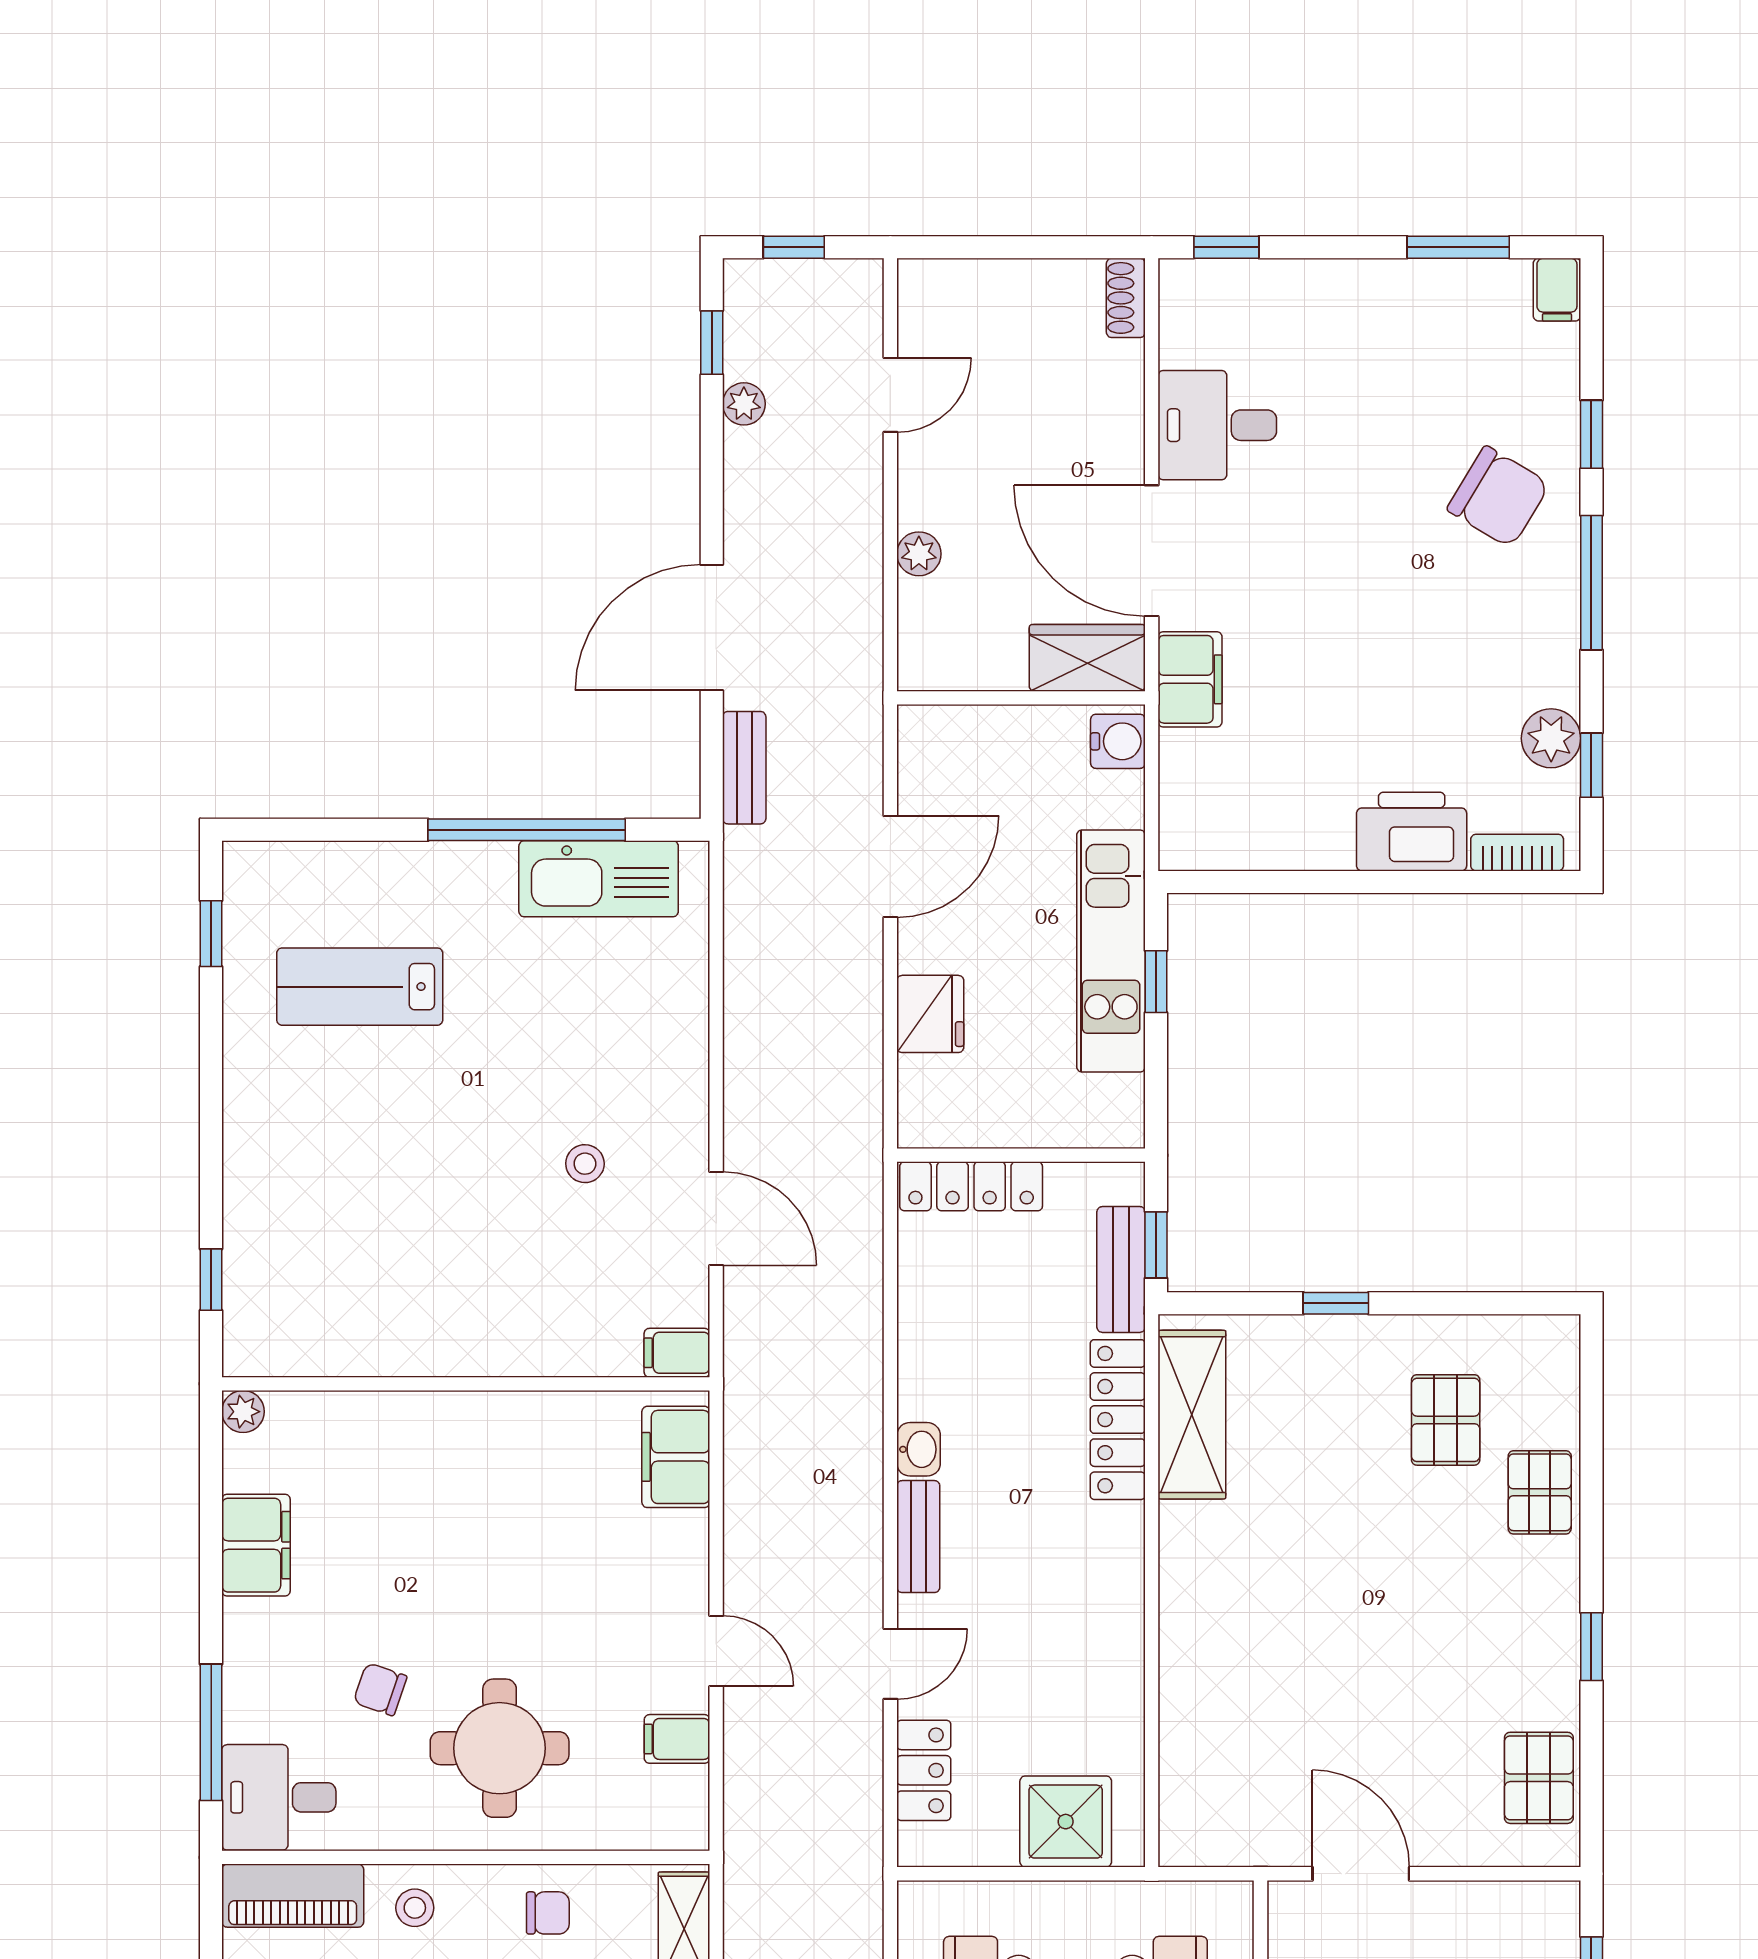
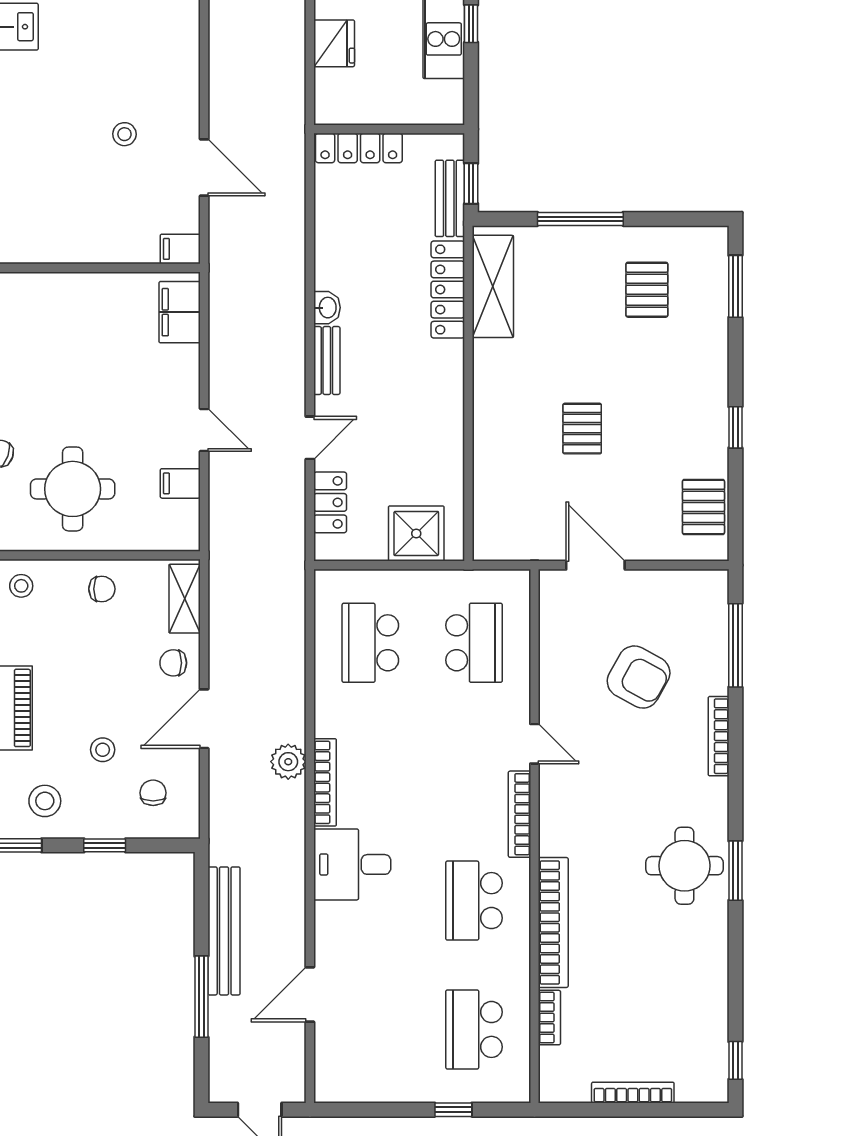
window: (1336, 1303) -> (580, 219), width x2.17
window: (1591, 1414) -> (735, 286), added
pallet: (1540, 1492) -> (582, 429), moved

